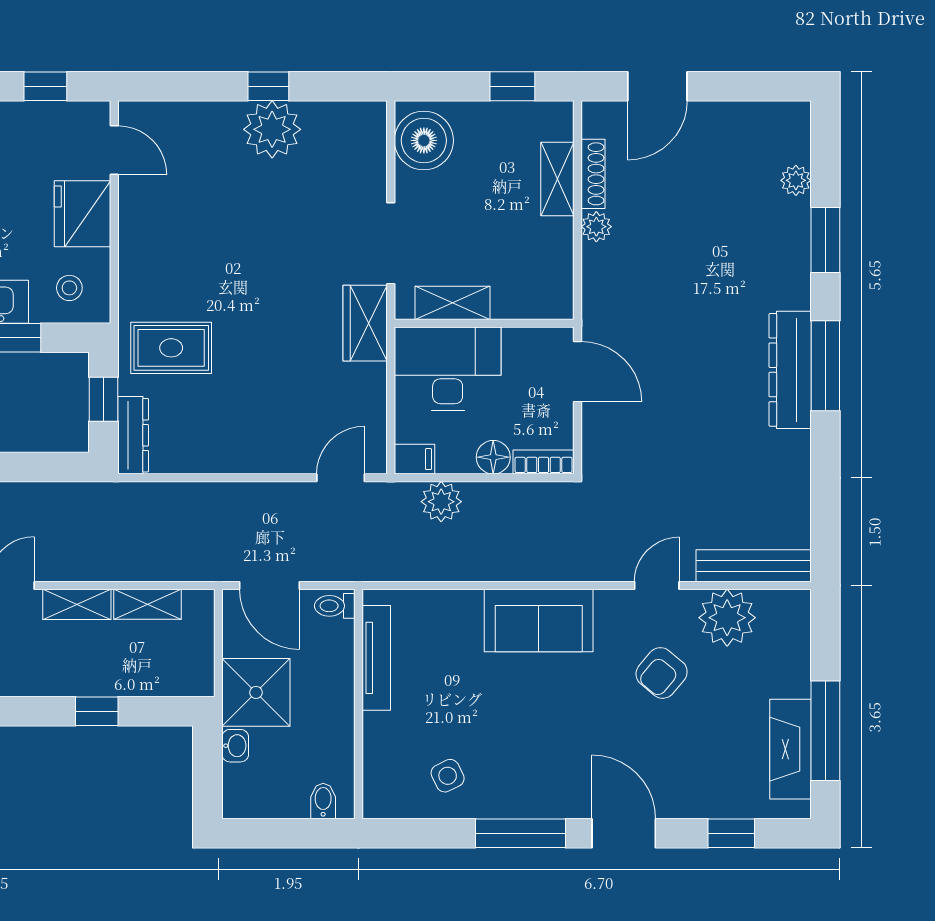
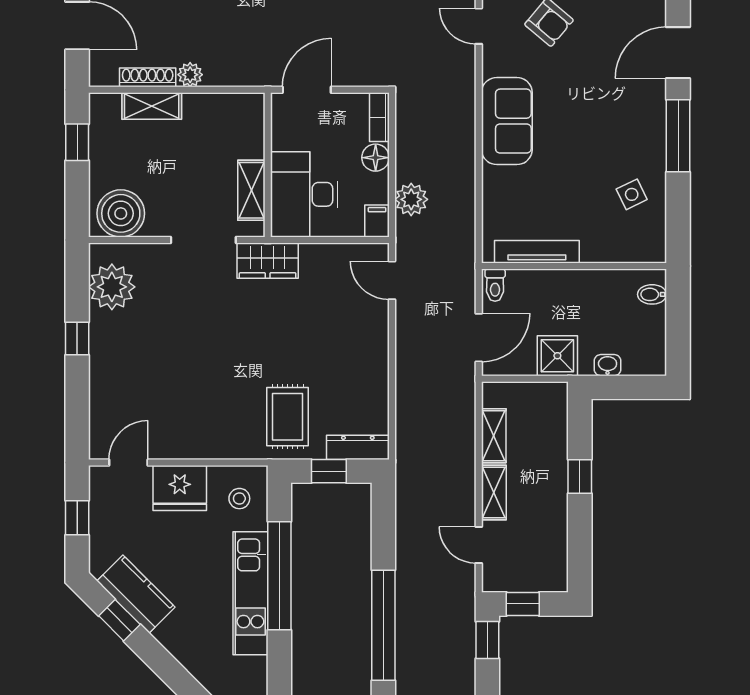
plant: (272, 129) -> (112, 287), moved
shower: (256, 692) -> (557, 356), width x0.73, depth x0.73

